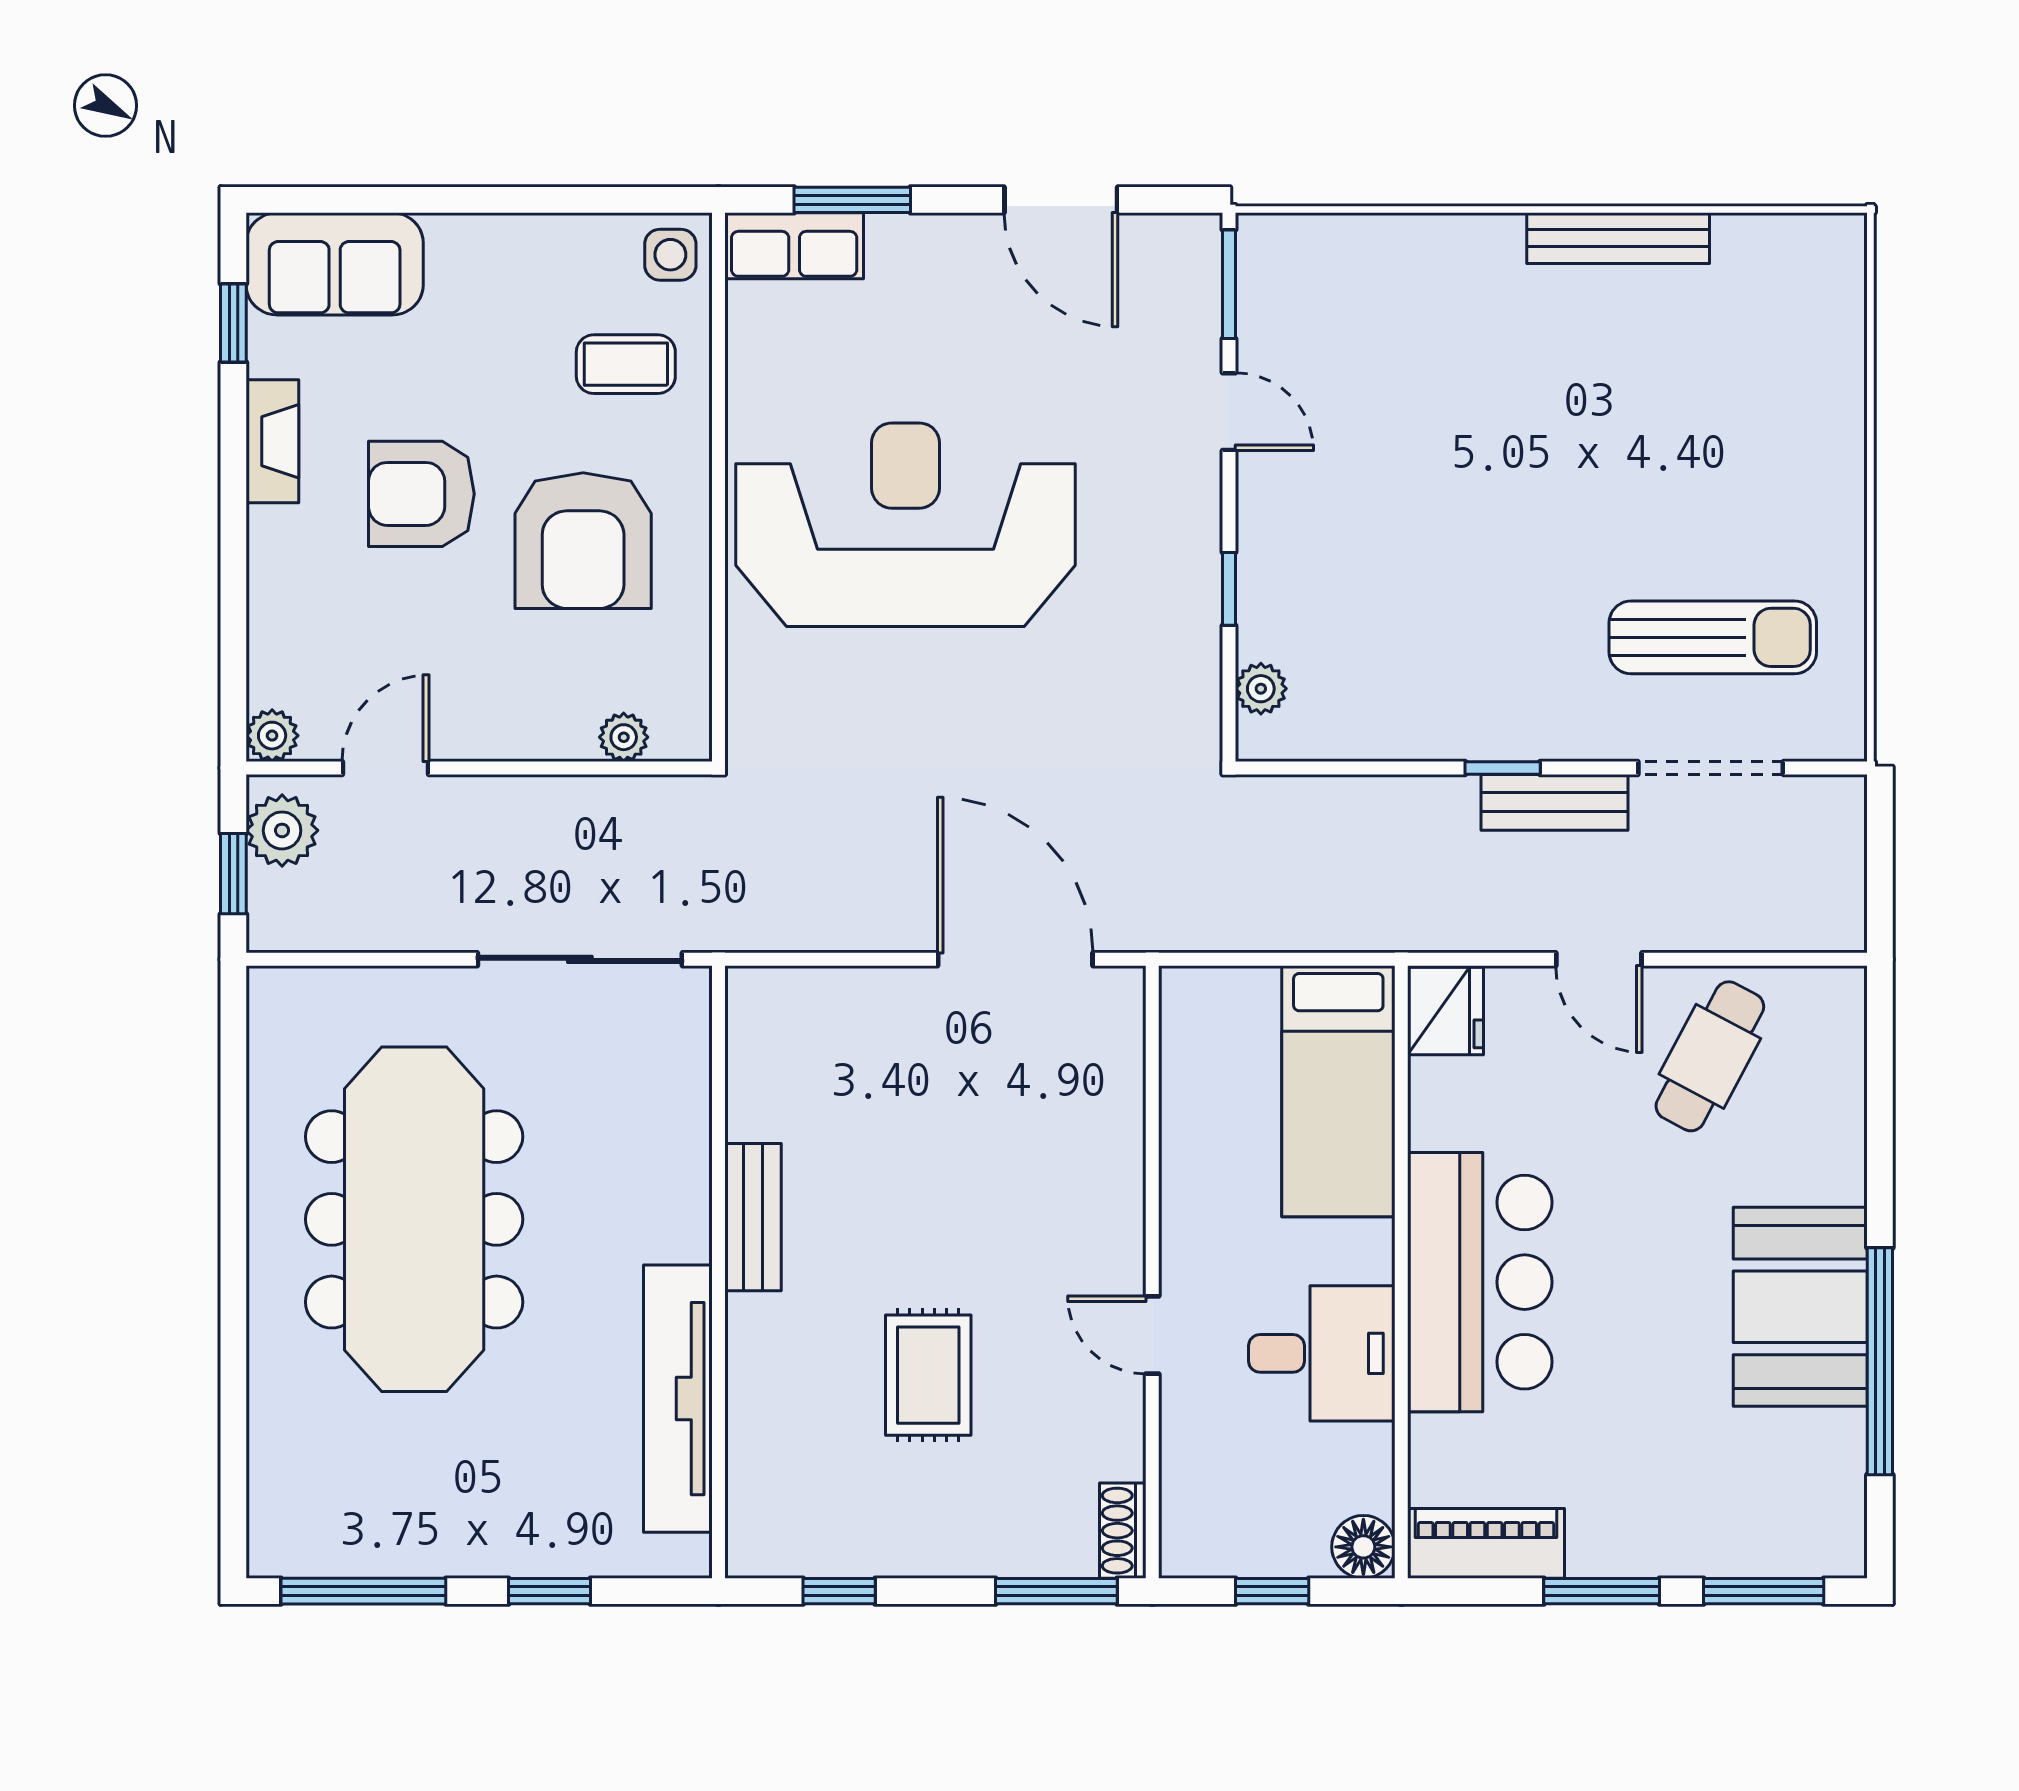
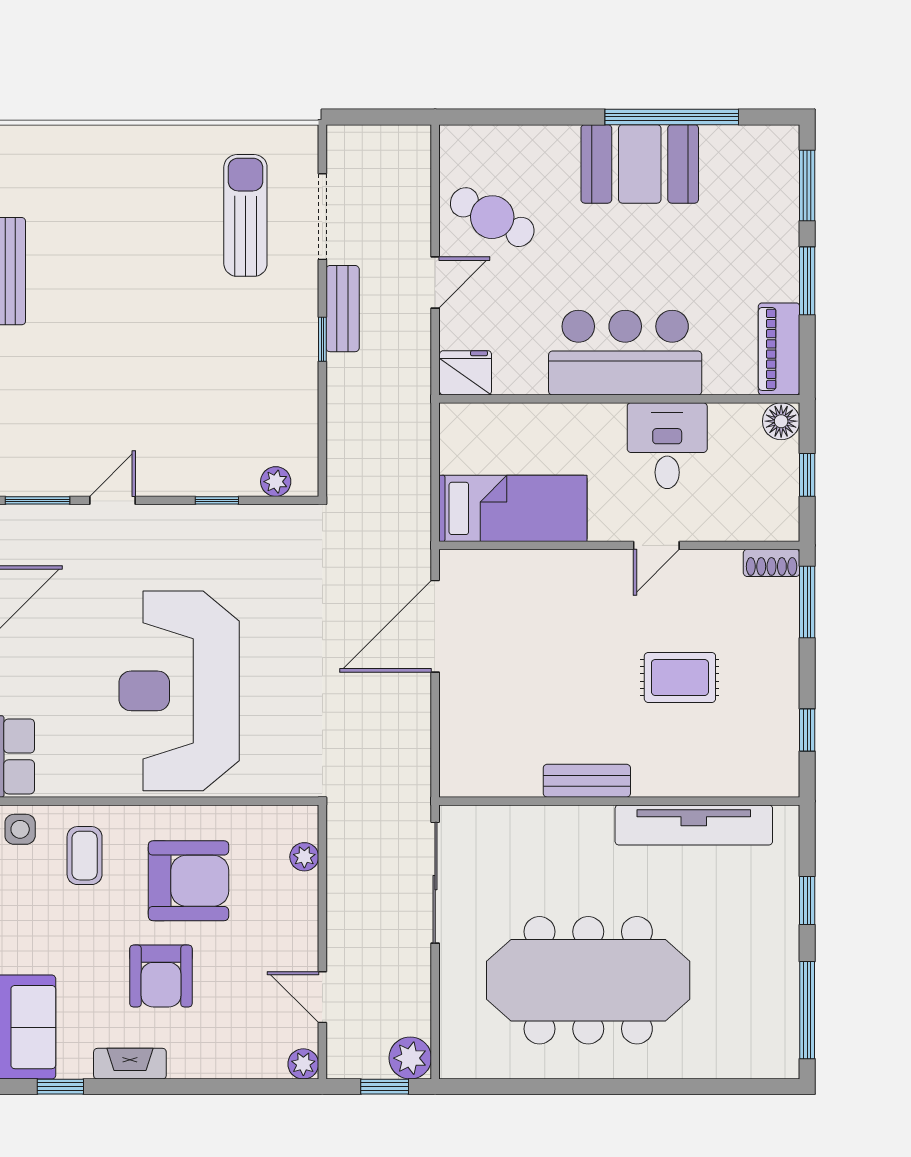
plant: (282, 830) -> (410, 1058), moved
bed: (1338, 1091) -> (513, 508), moved

